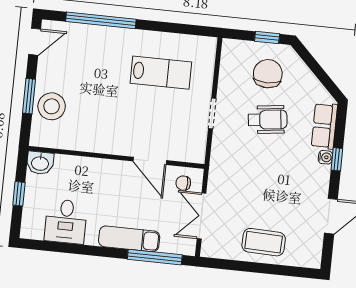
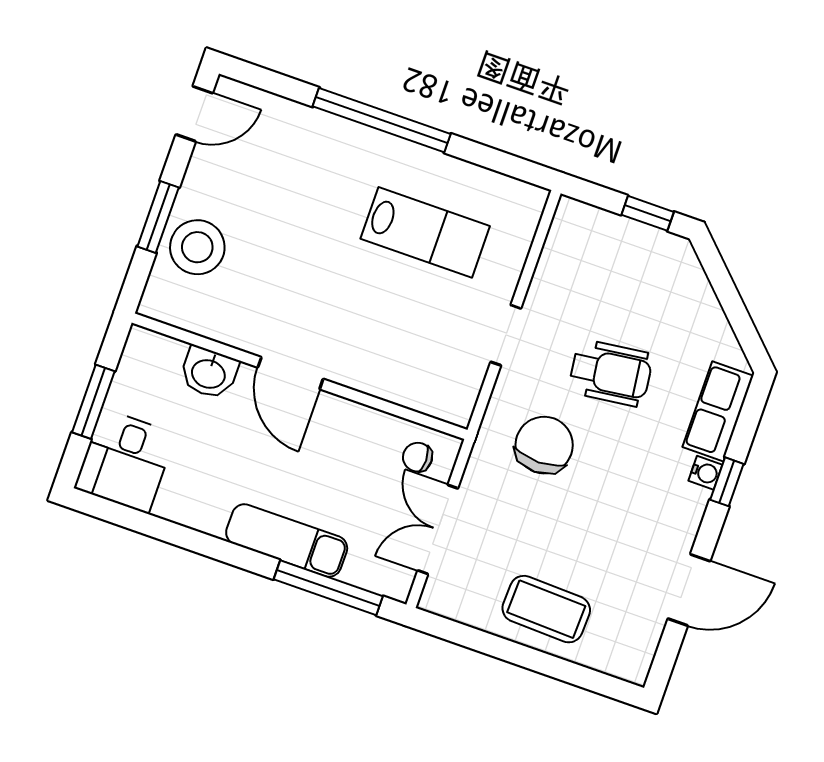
window: (101, 20) -> (382, 120), moved
chair: (268, 74) -> (544, 445), moved
door: (150, 161) -> (290, 373), moved
washbasin: (40, 163) -> (209, 373), moved
window: (19, 194) -> (93, 402), width x1.50
desk: (66, 221) -> (125, 461), moved

